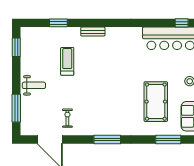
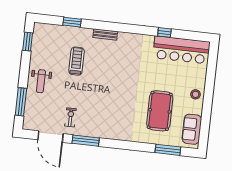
window: (182, 23) -> (164, 32), moved
weight bench: (34, 85) -> (41, 81), turned 90
window: (107, 140) -> (86, 141), moved

